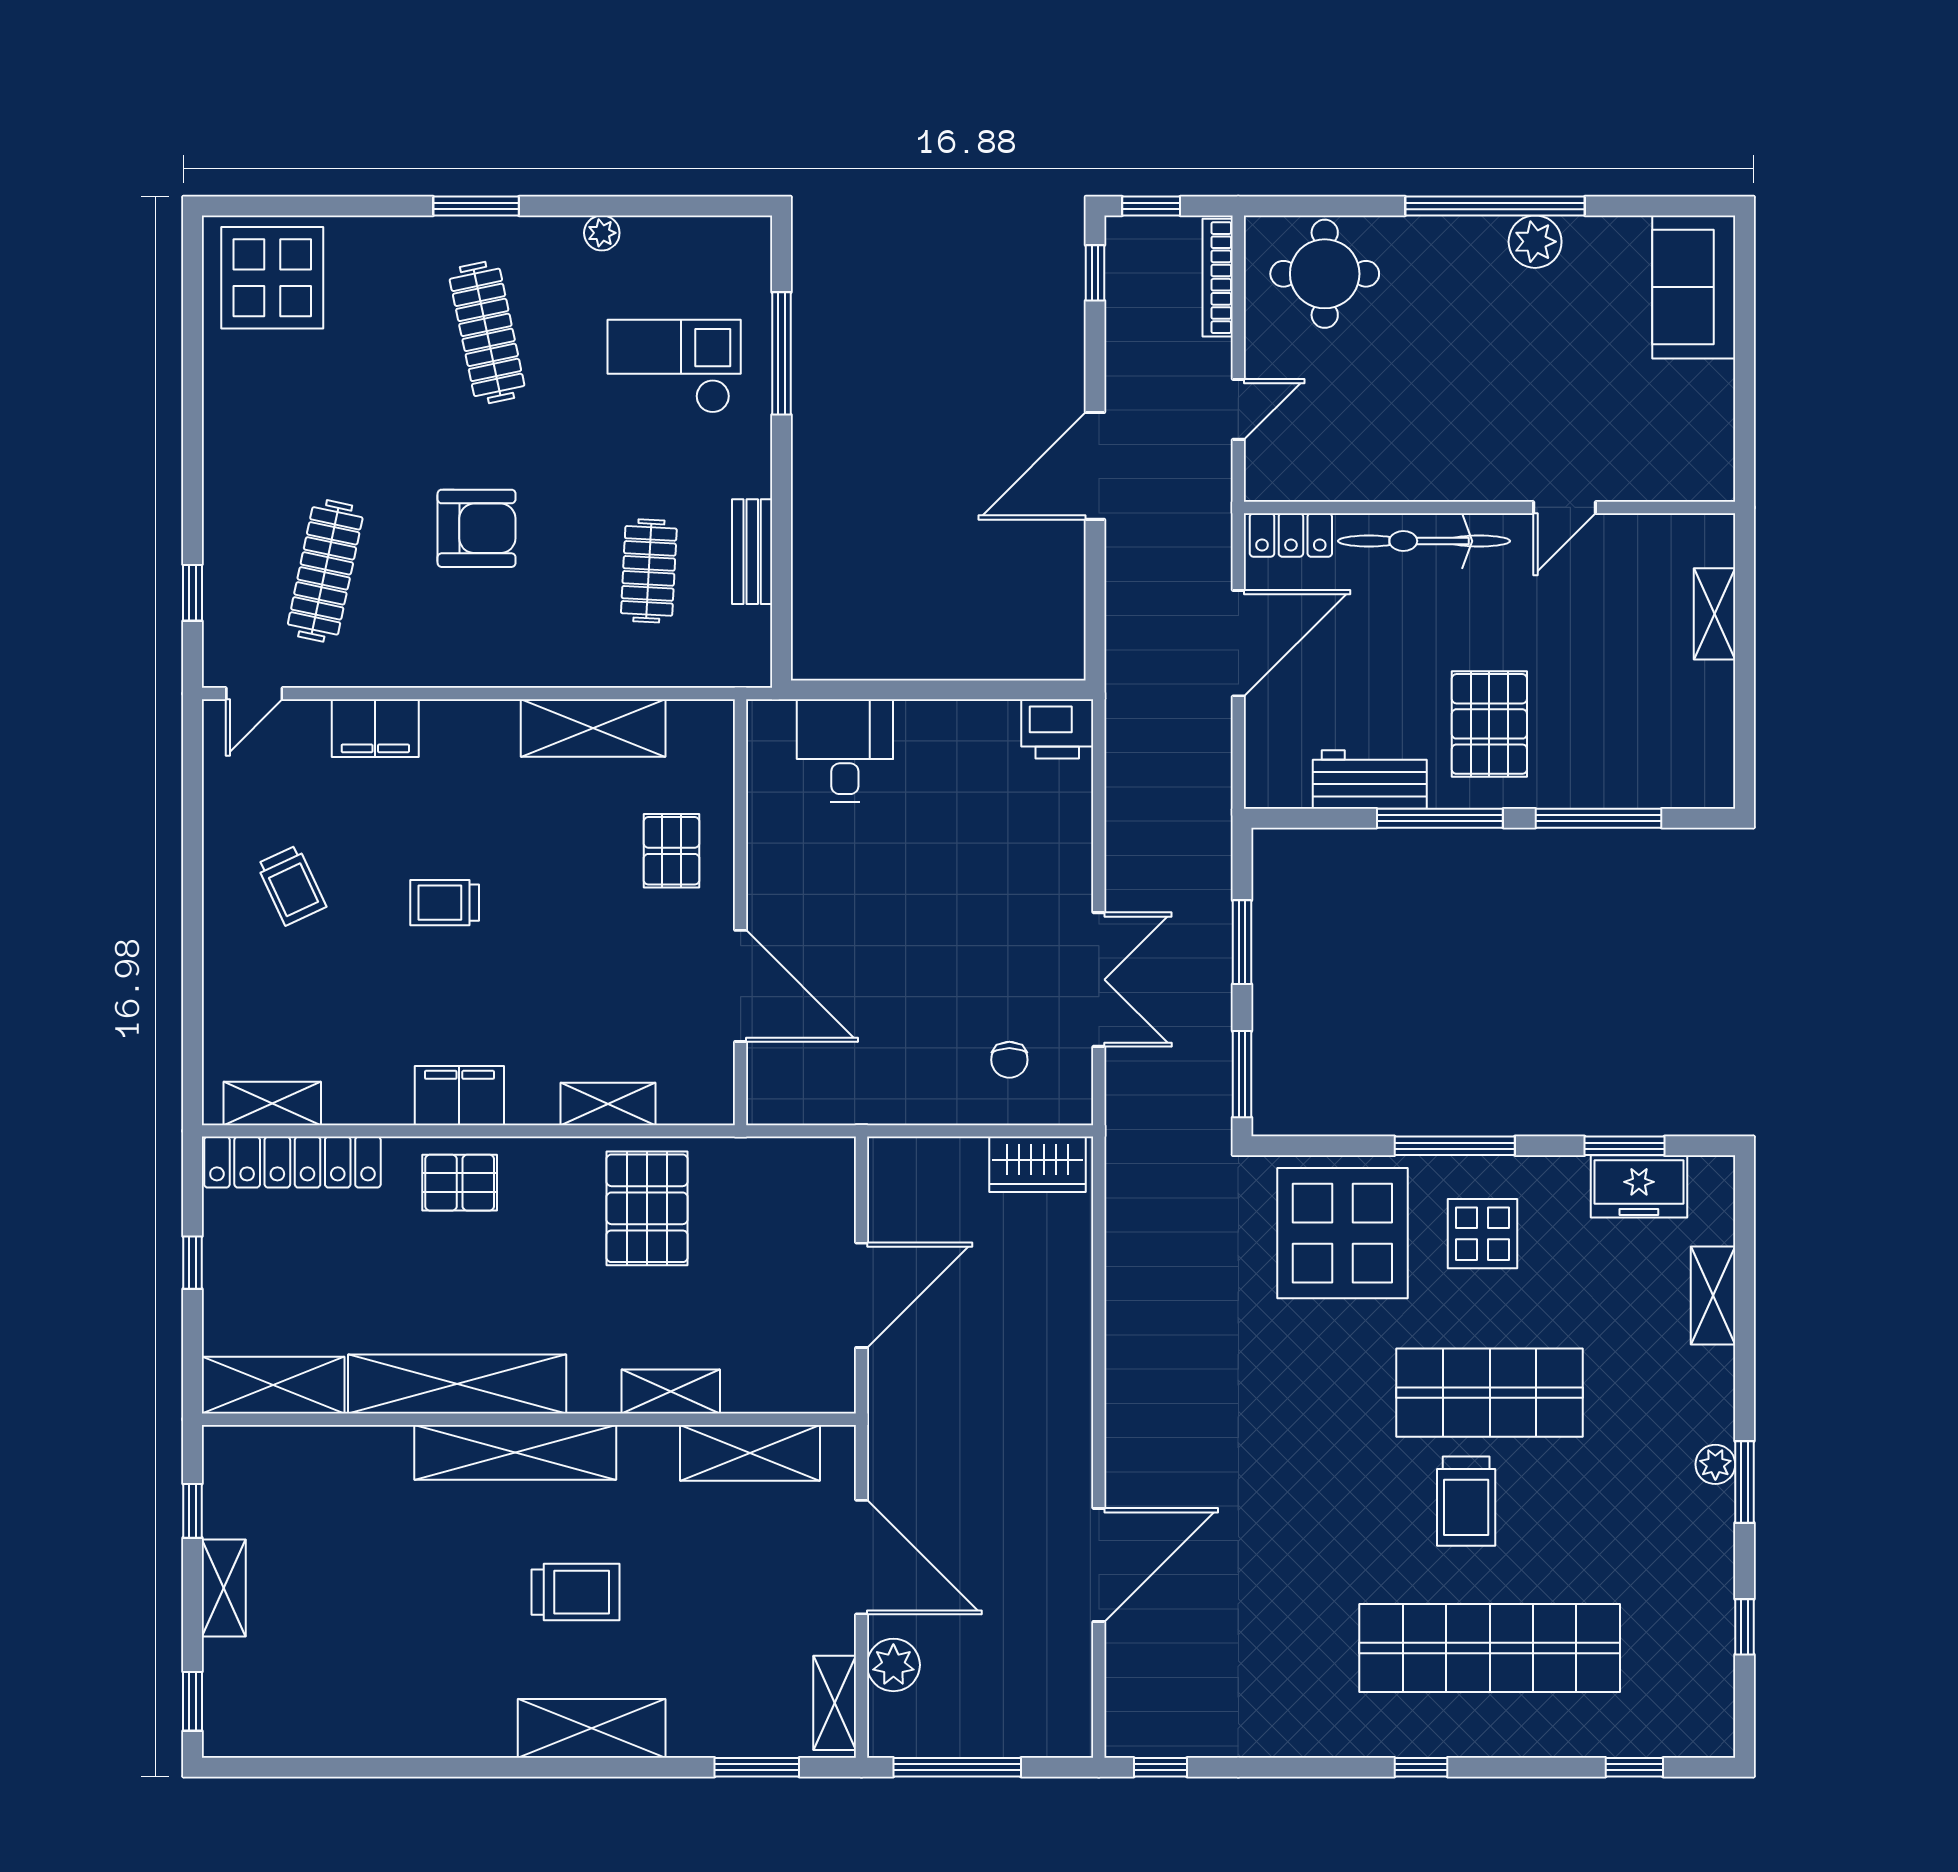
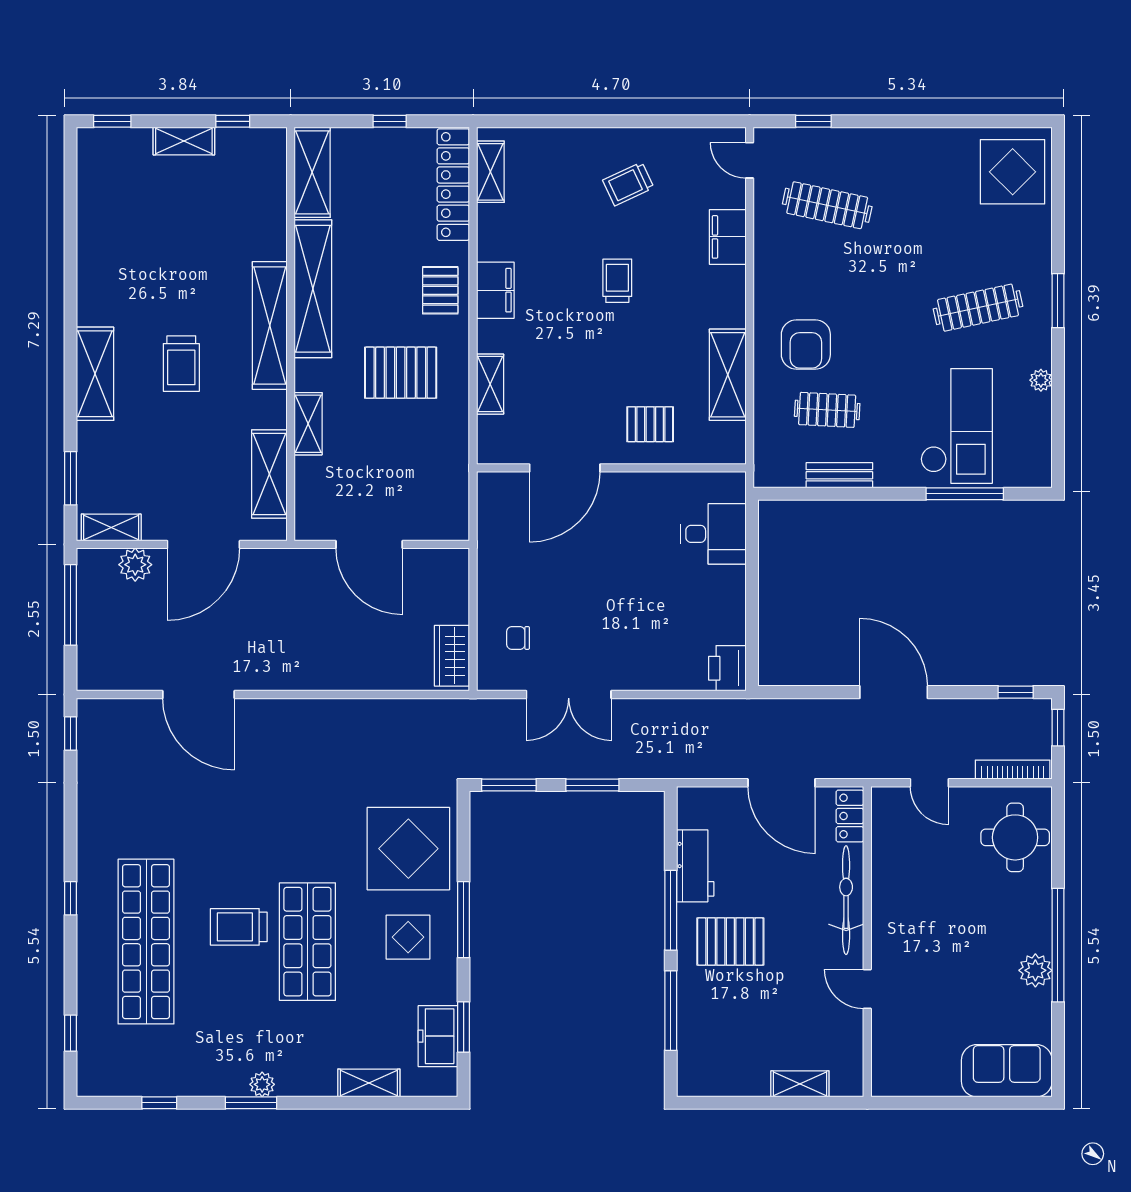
checkout: (674, 366) -> (957, 426), width x1.36, depth x1.21
armchair: (477, 528) -> (806, 344), moved
pallet: (647, 1208) -> (401, 373), moved

